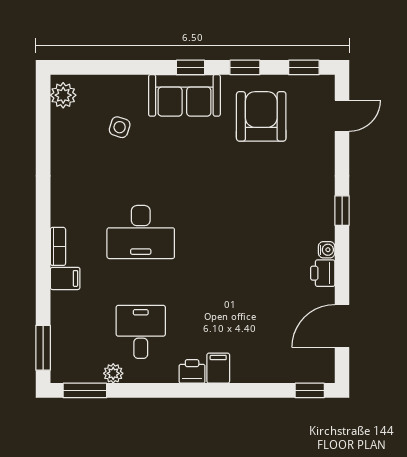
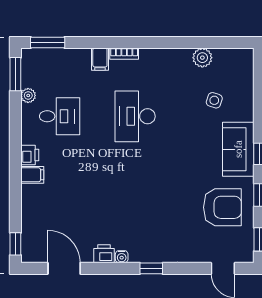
plant: (63, 95) -> (202, 58), moved

